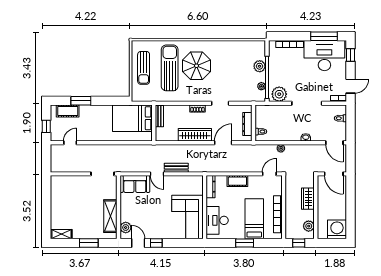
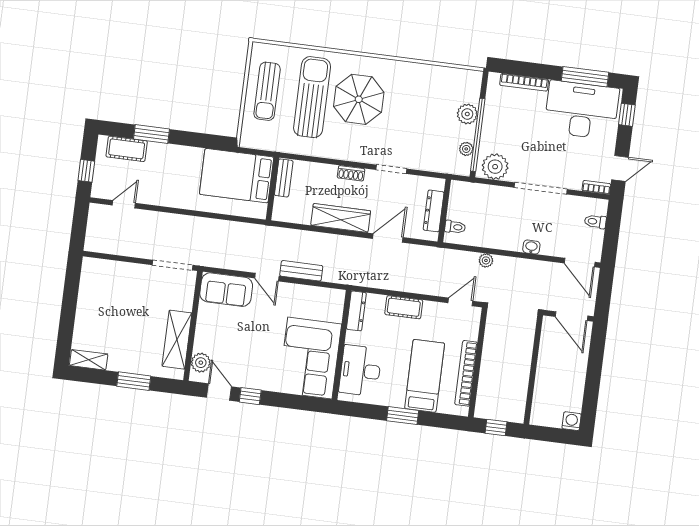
wardrobe: (308, 199) -> (522, 353), removed
plant: (309, 226) -> (517, 401), removed
washing machine: (337, 229) -> (572, 421), width x0.53, depth x0.53

